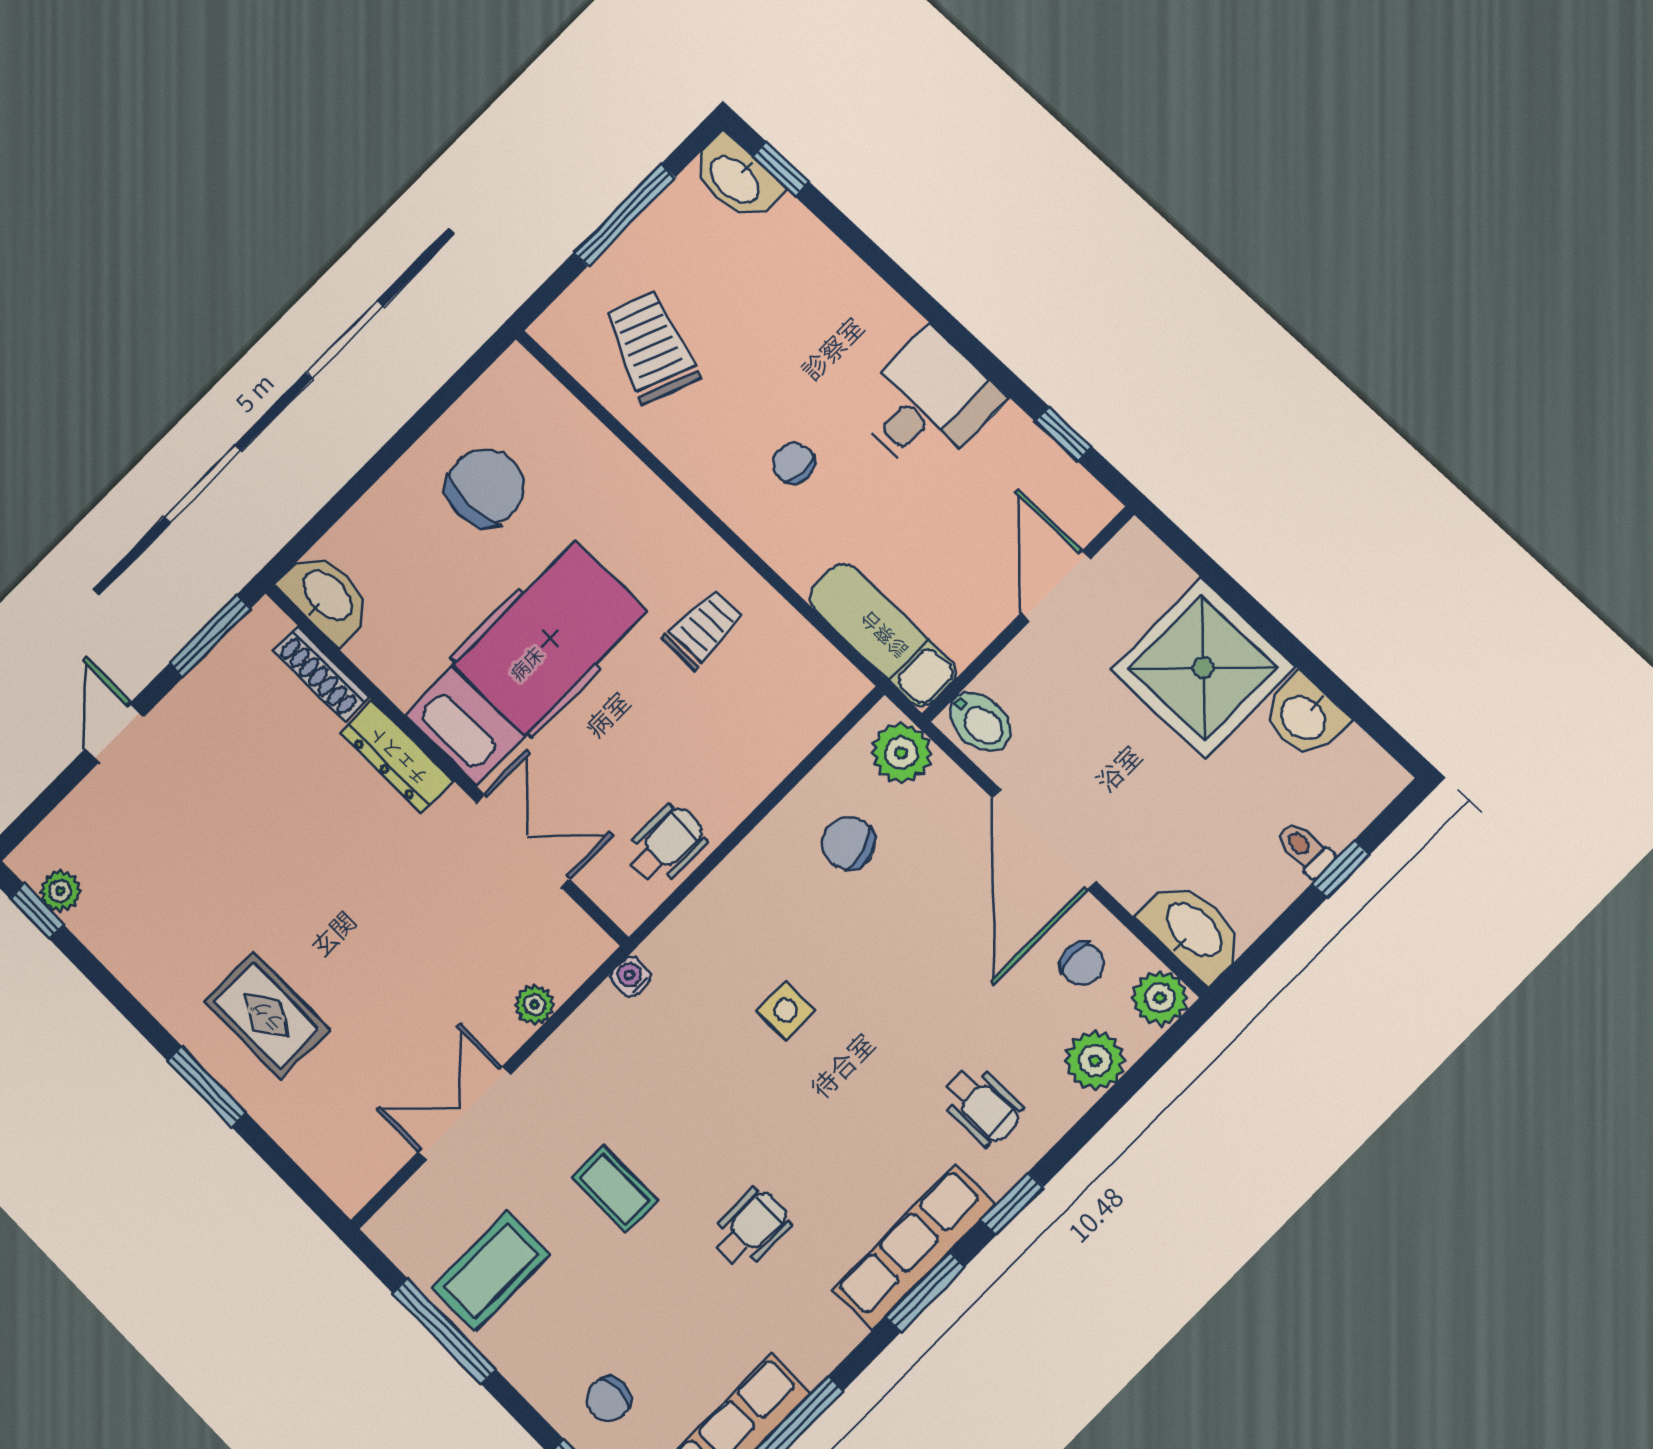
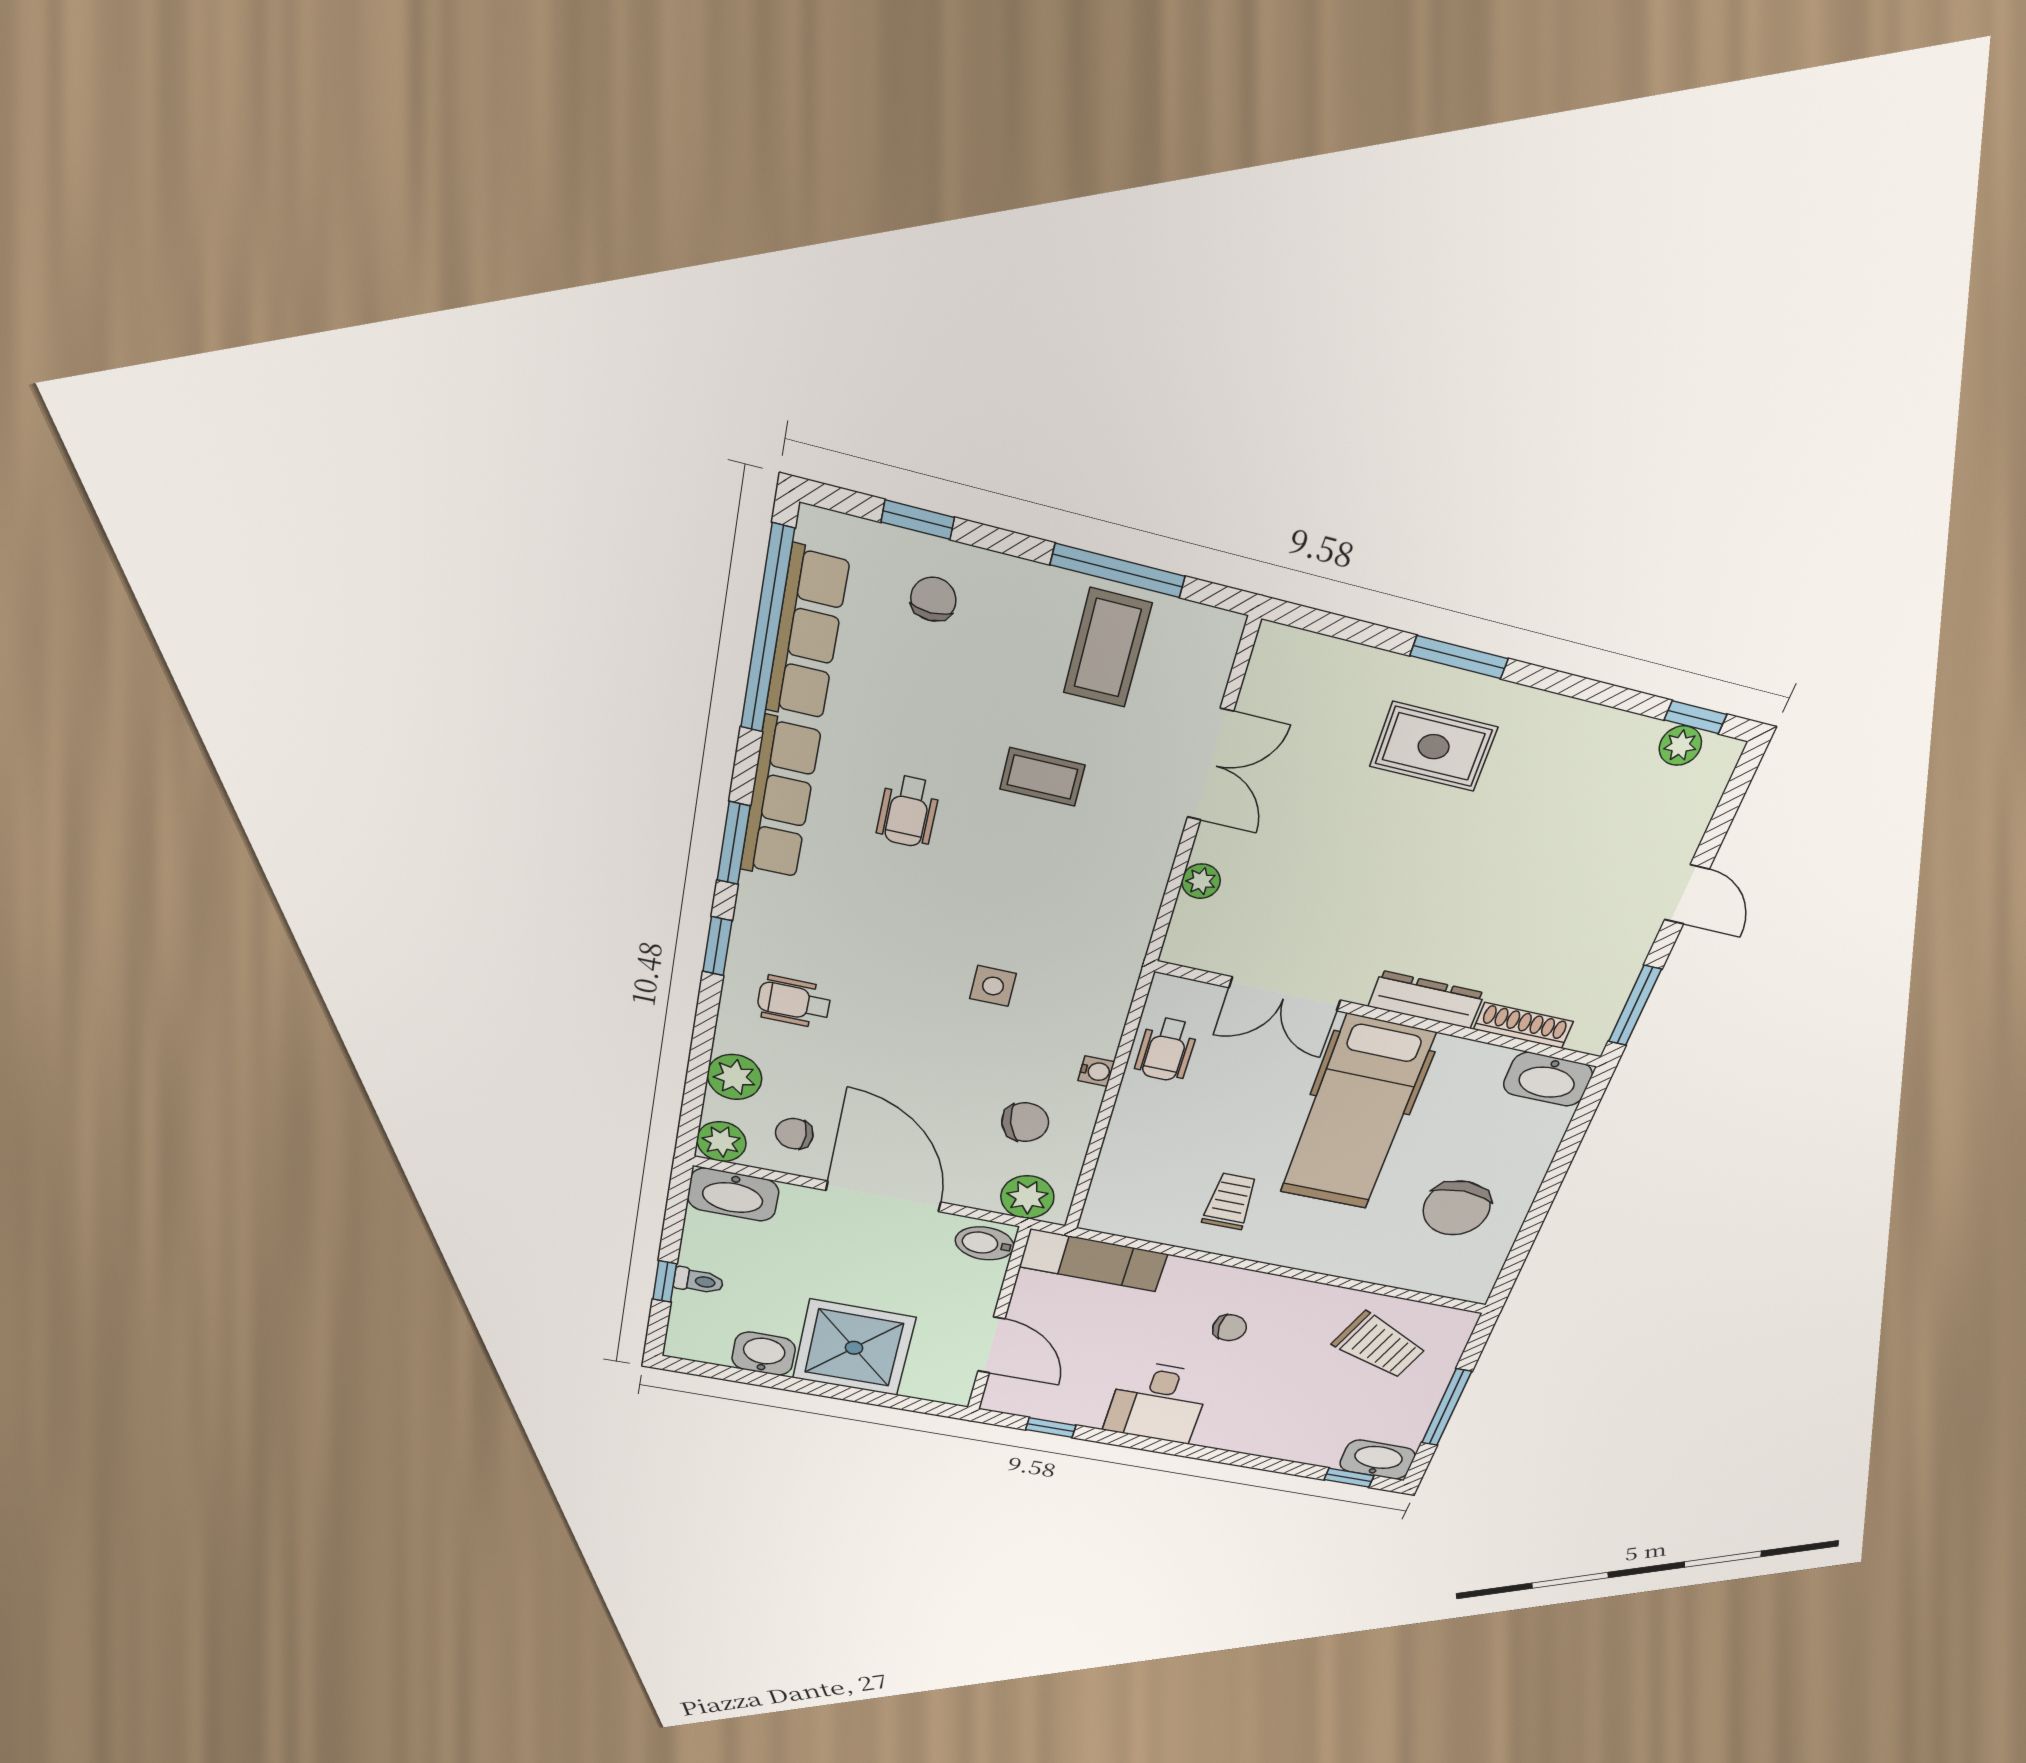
trolley: (704, 628) -> (1230, 1201), turned 180
water cooler: (631, 977) -> (1096, 1071), moved
row of seats: (914, 1247) -> (780, 799), moved

